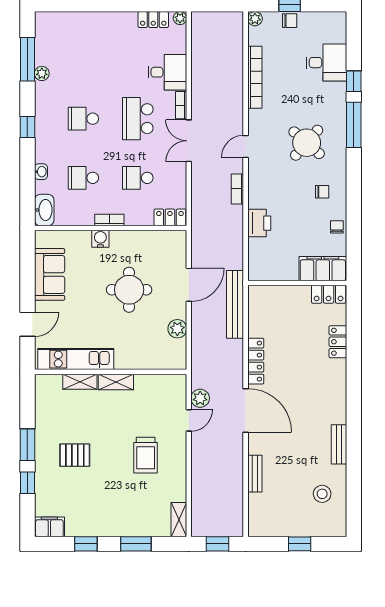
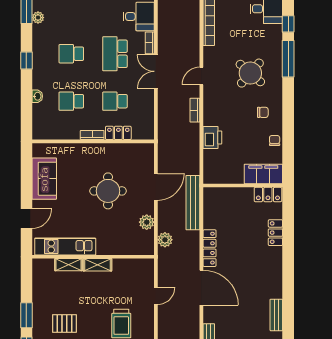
washbasin: (44, 210) -> (40, 127), removed
locker: (170, 217) -> (118, 133), moved
water cooler: (100, 239) -> (85, 150), removed
plant: (200, 398) -> (165, 240), moved

